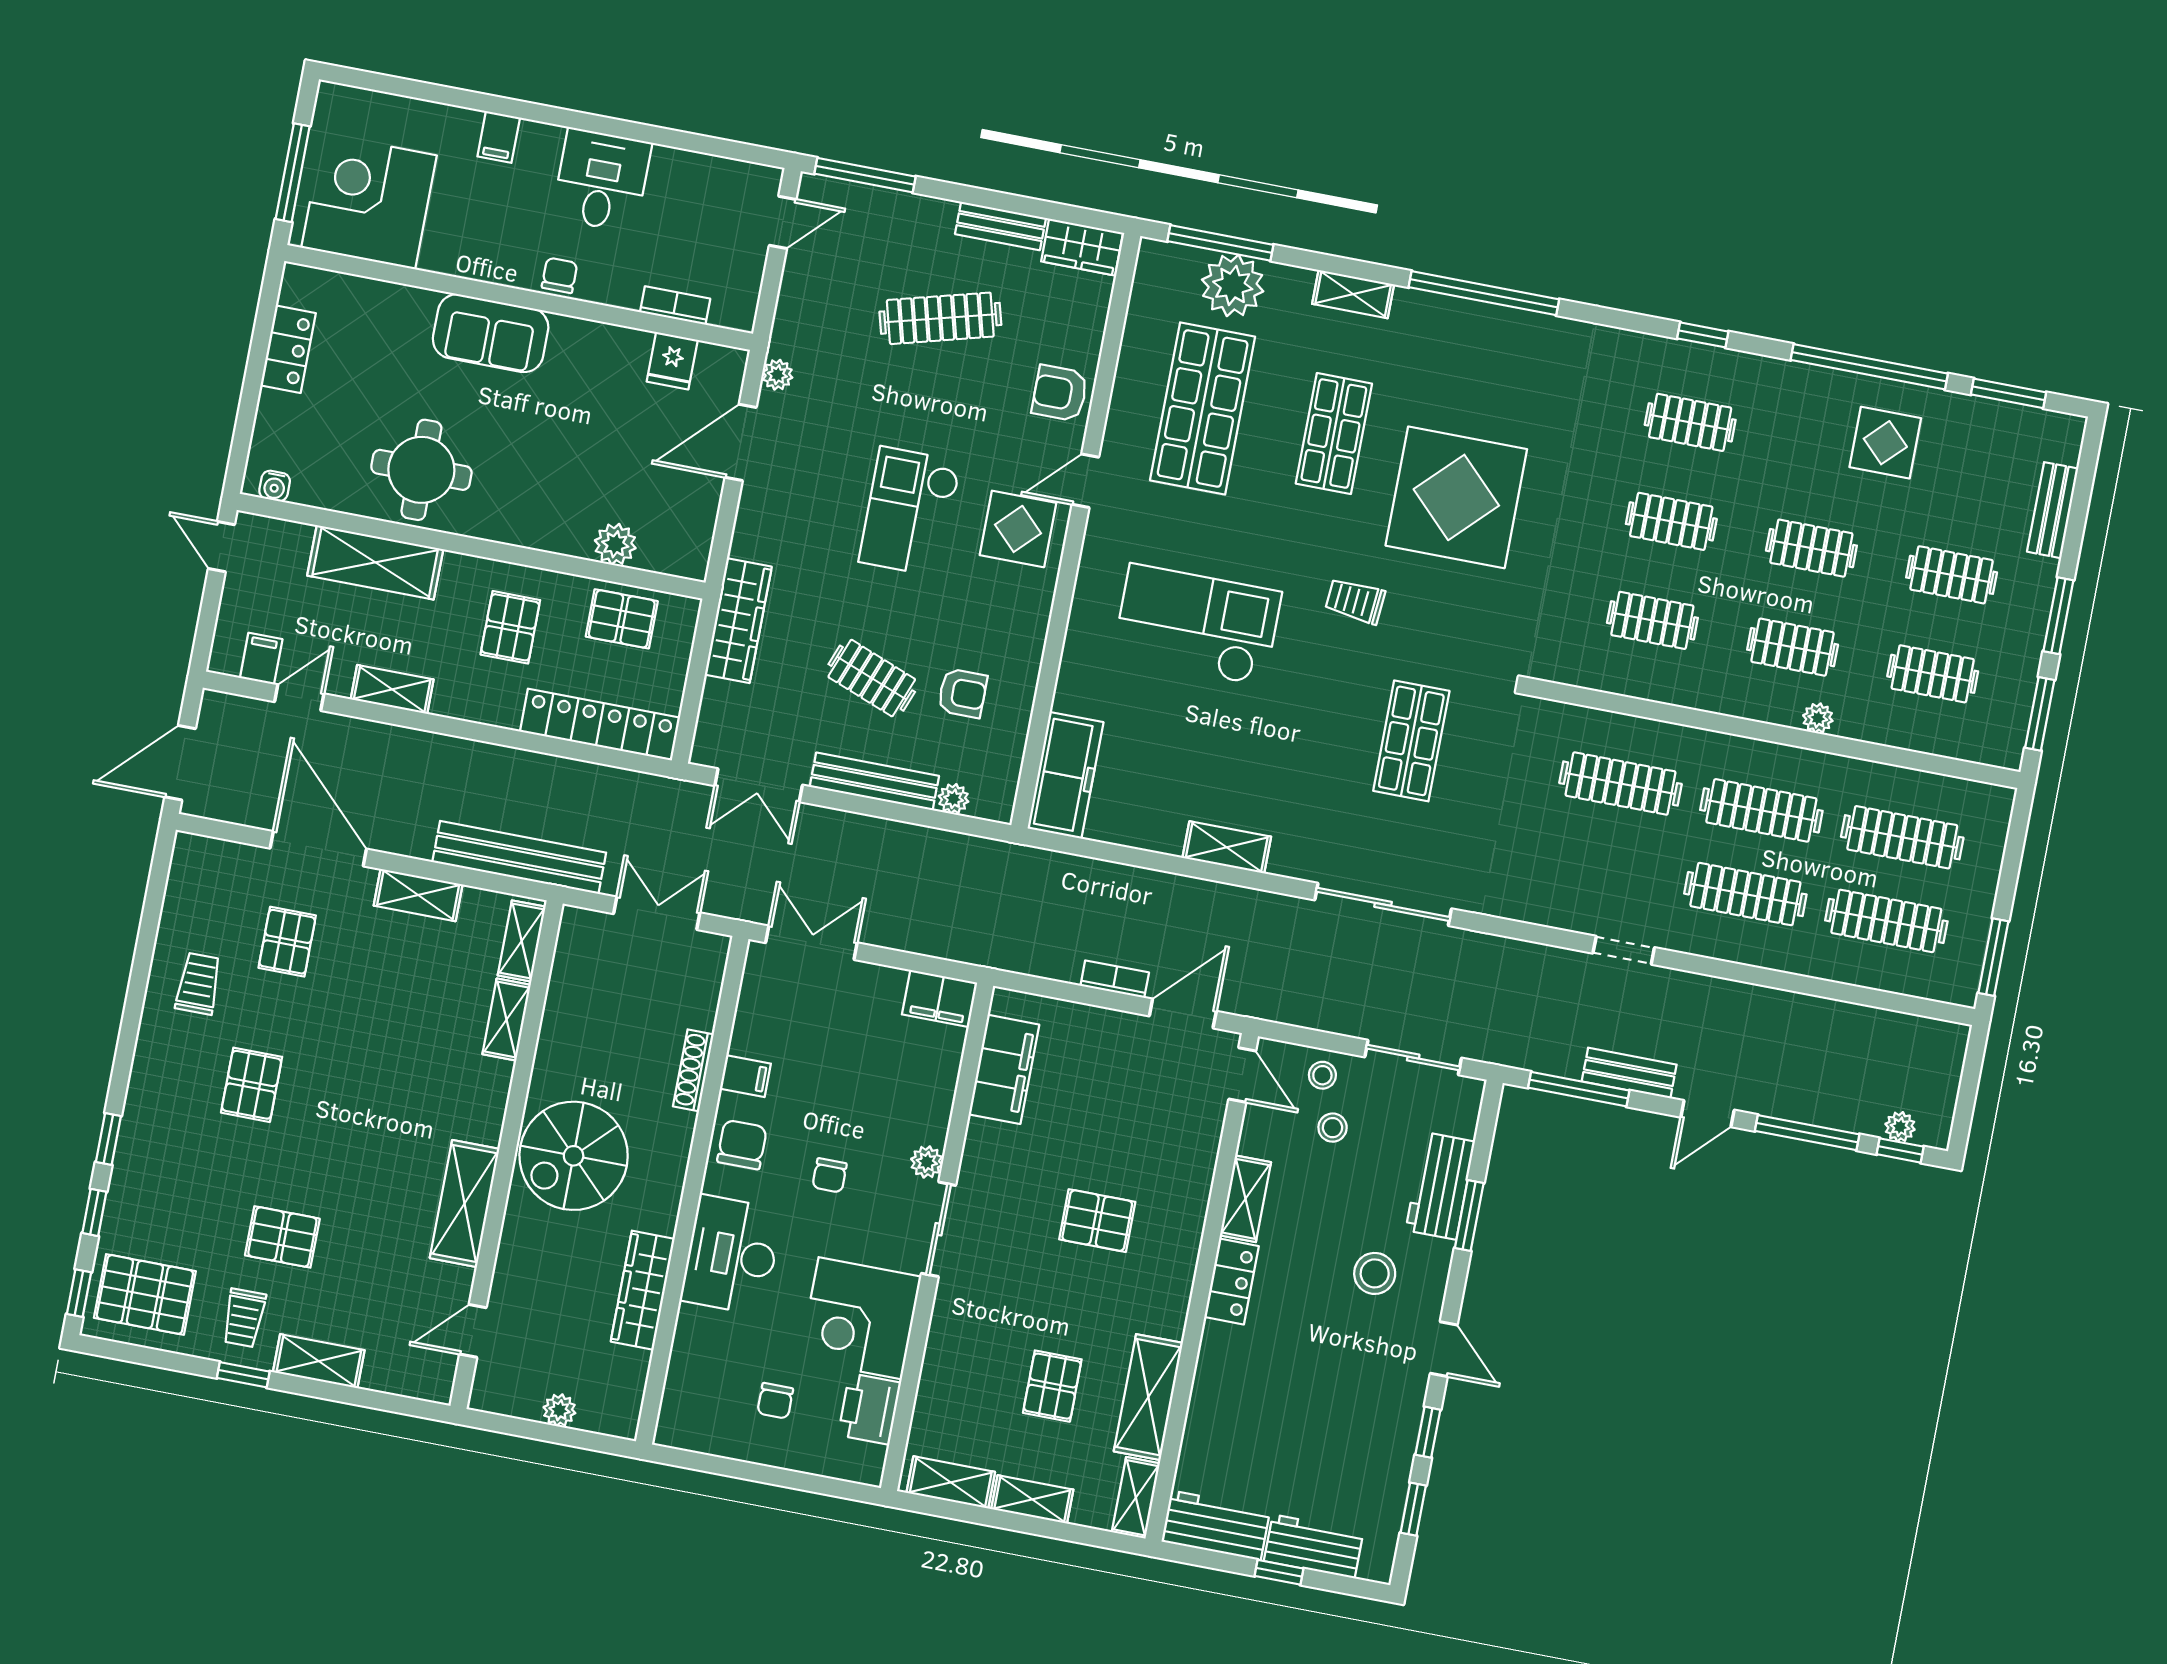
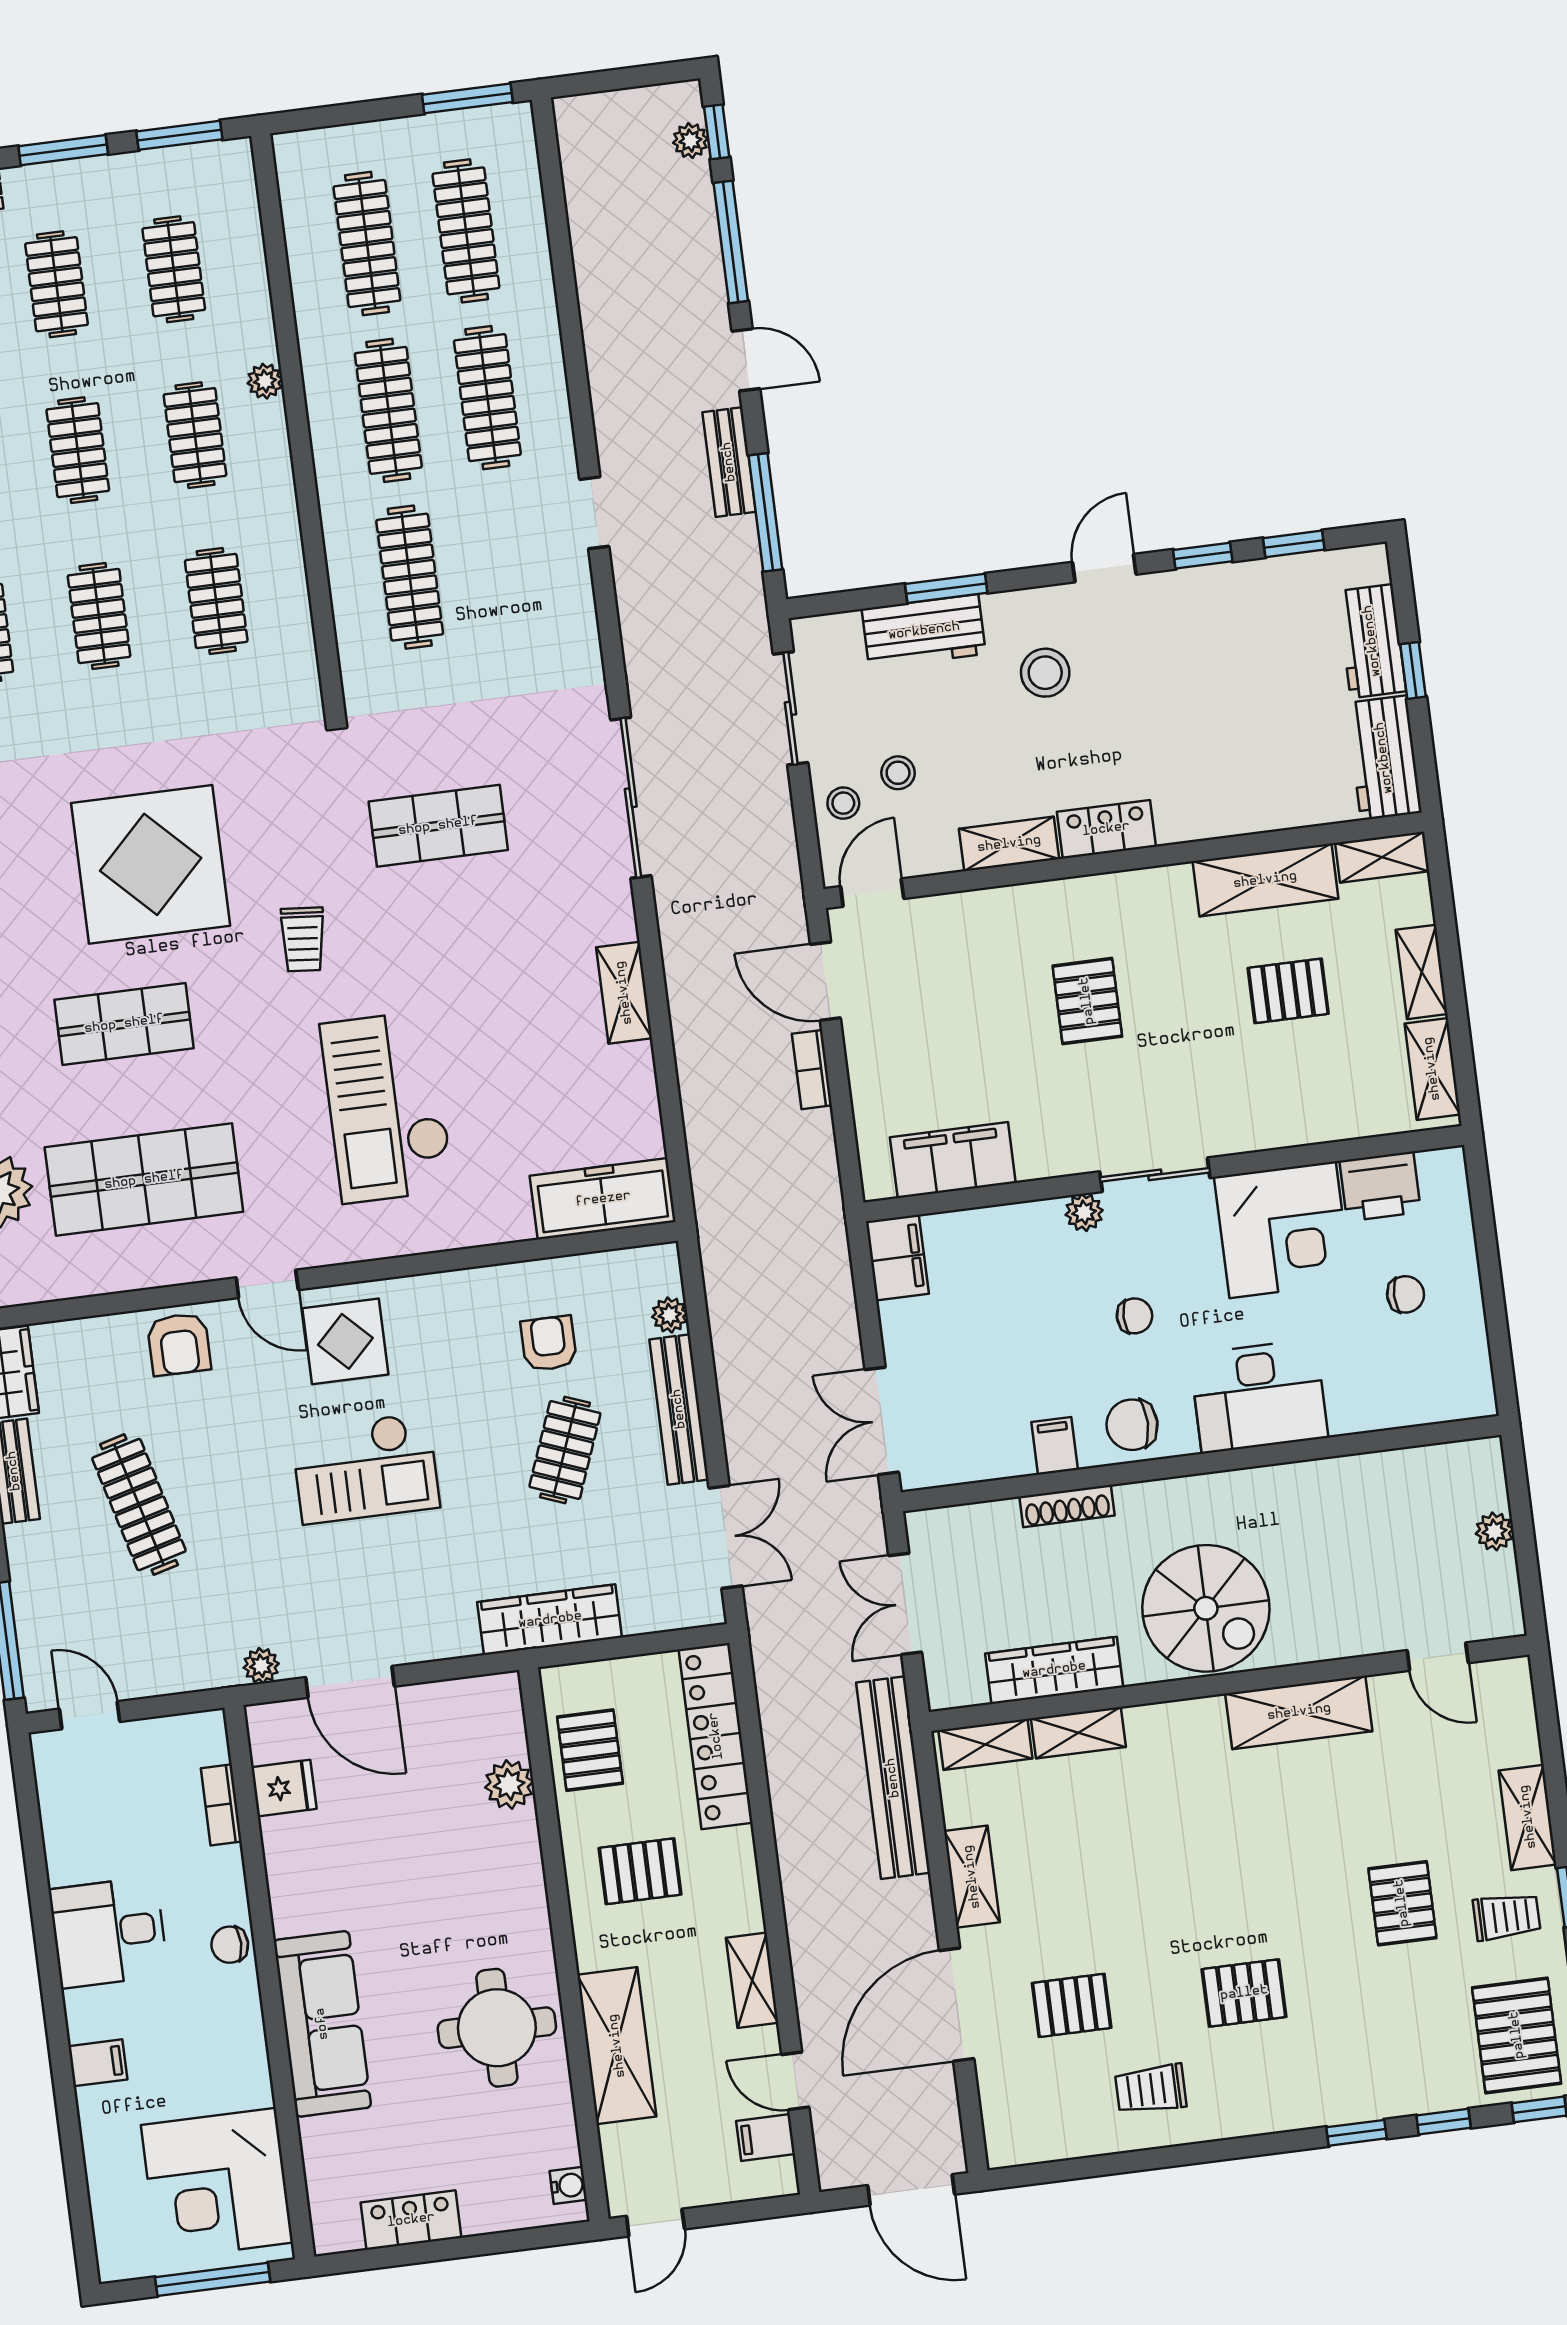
sofa: (491, 333) -> (322, 2024), width x1.36
wardrobe: (643, 1290) -> (1054, 1670), moved, turned 180

